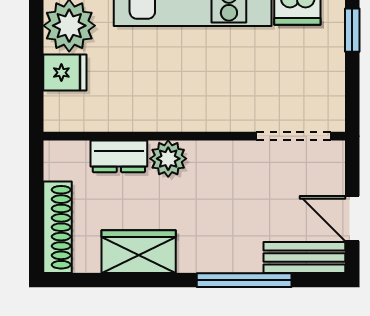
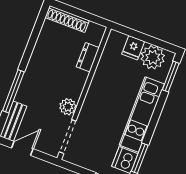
plant: (168, 159) -> (68, 107), moved
wardrobe: (139, 252) -> (43, 50), removed

